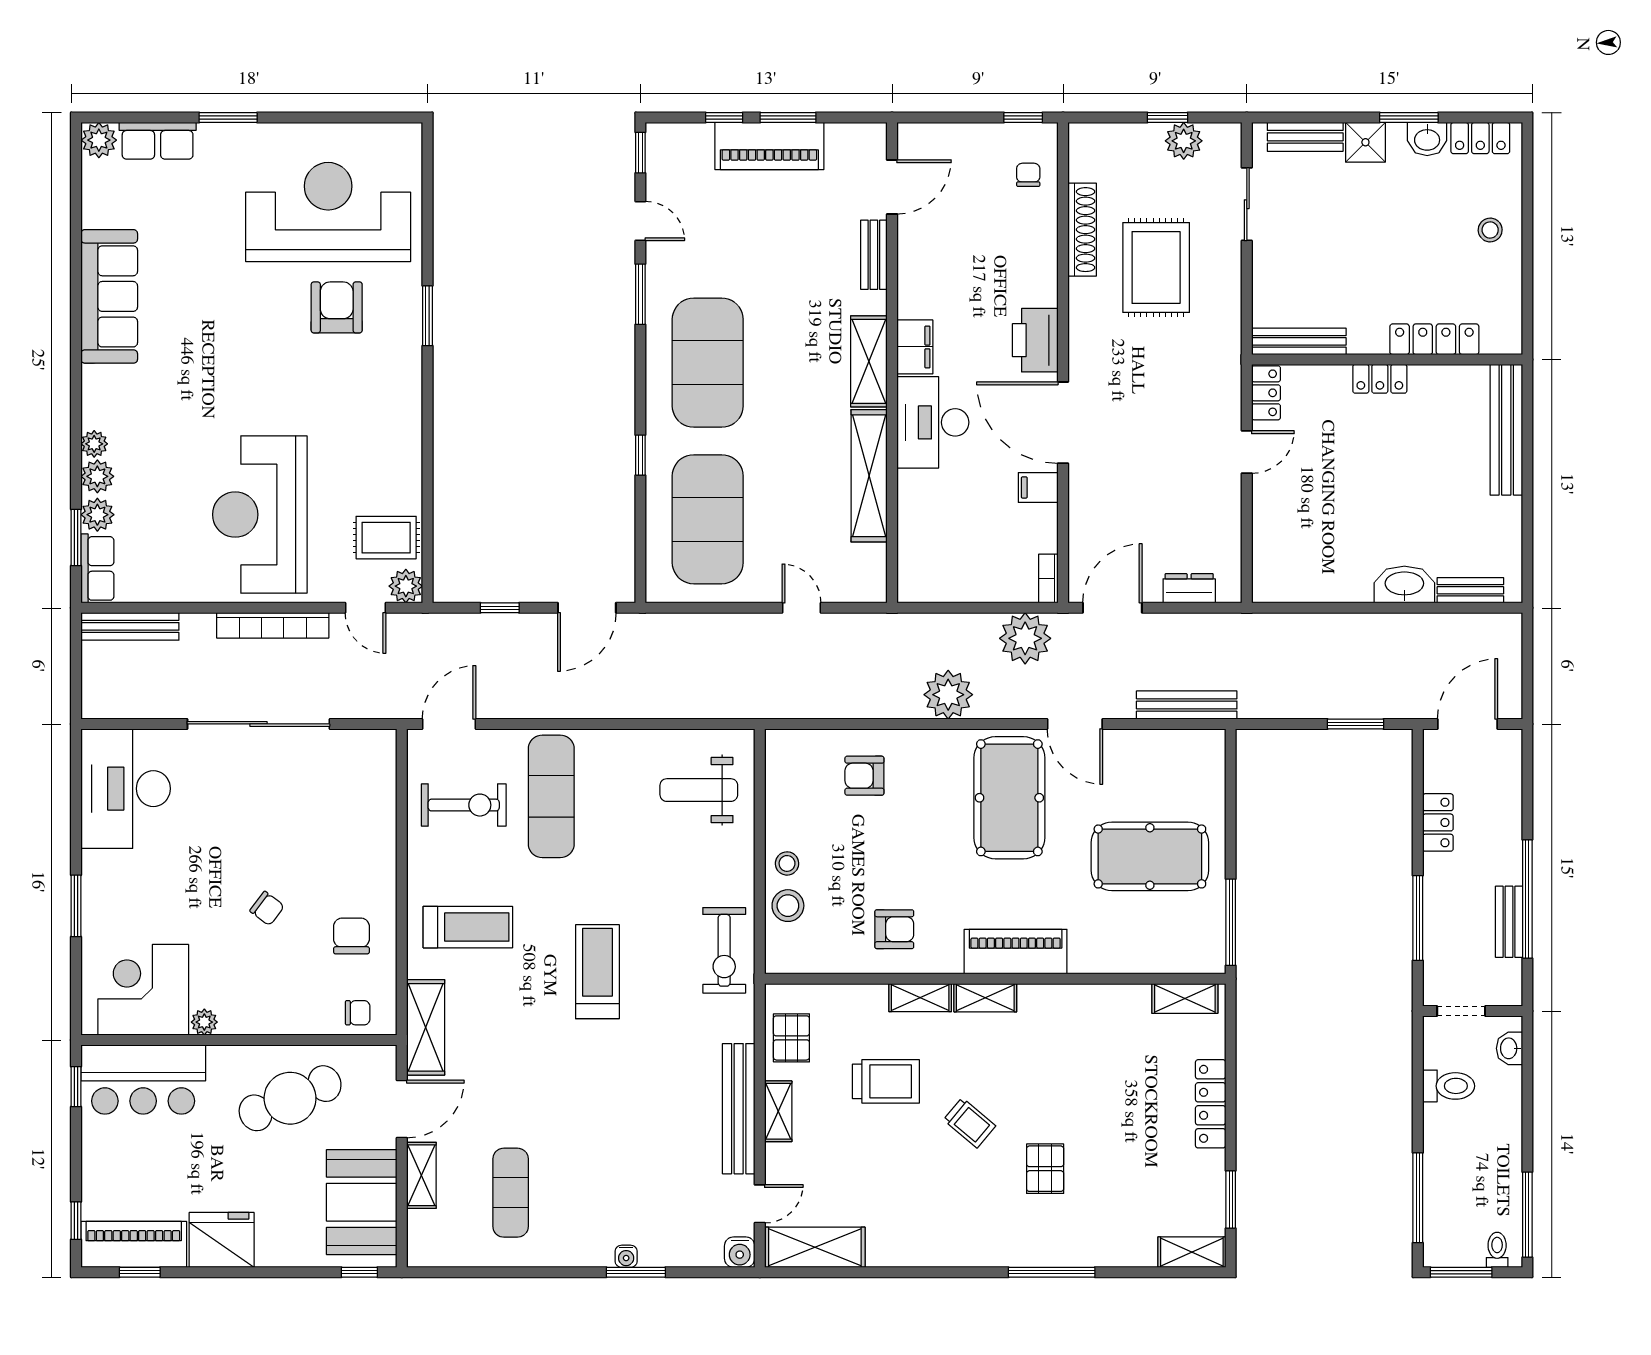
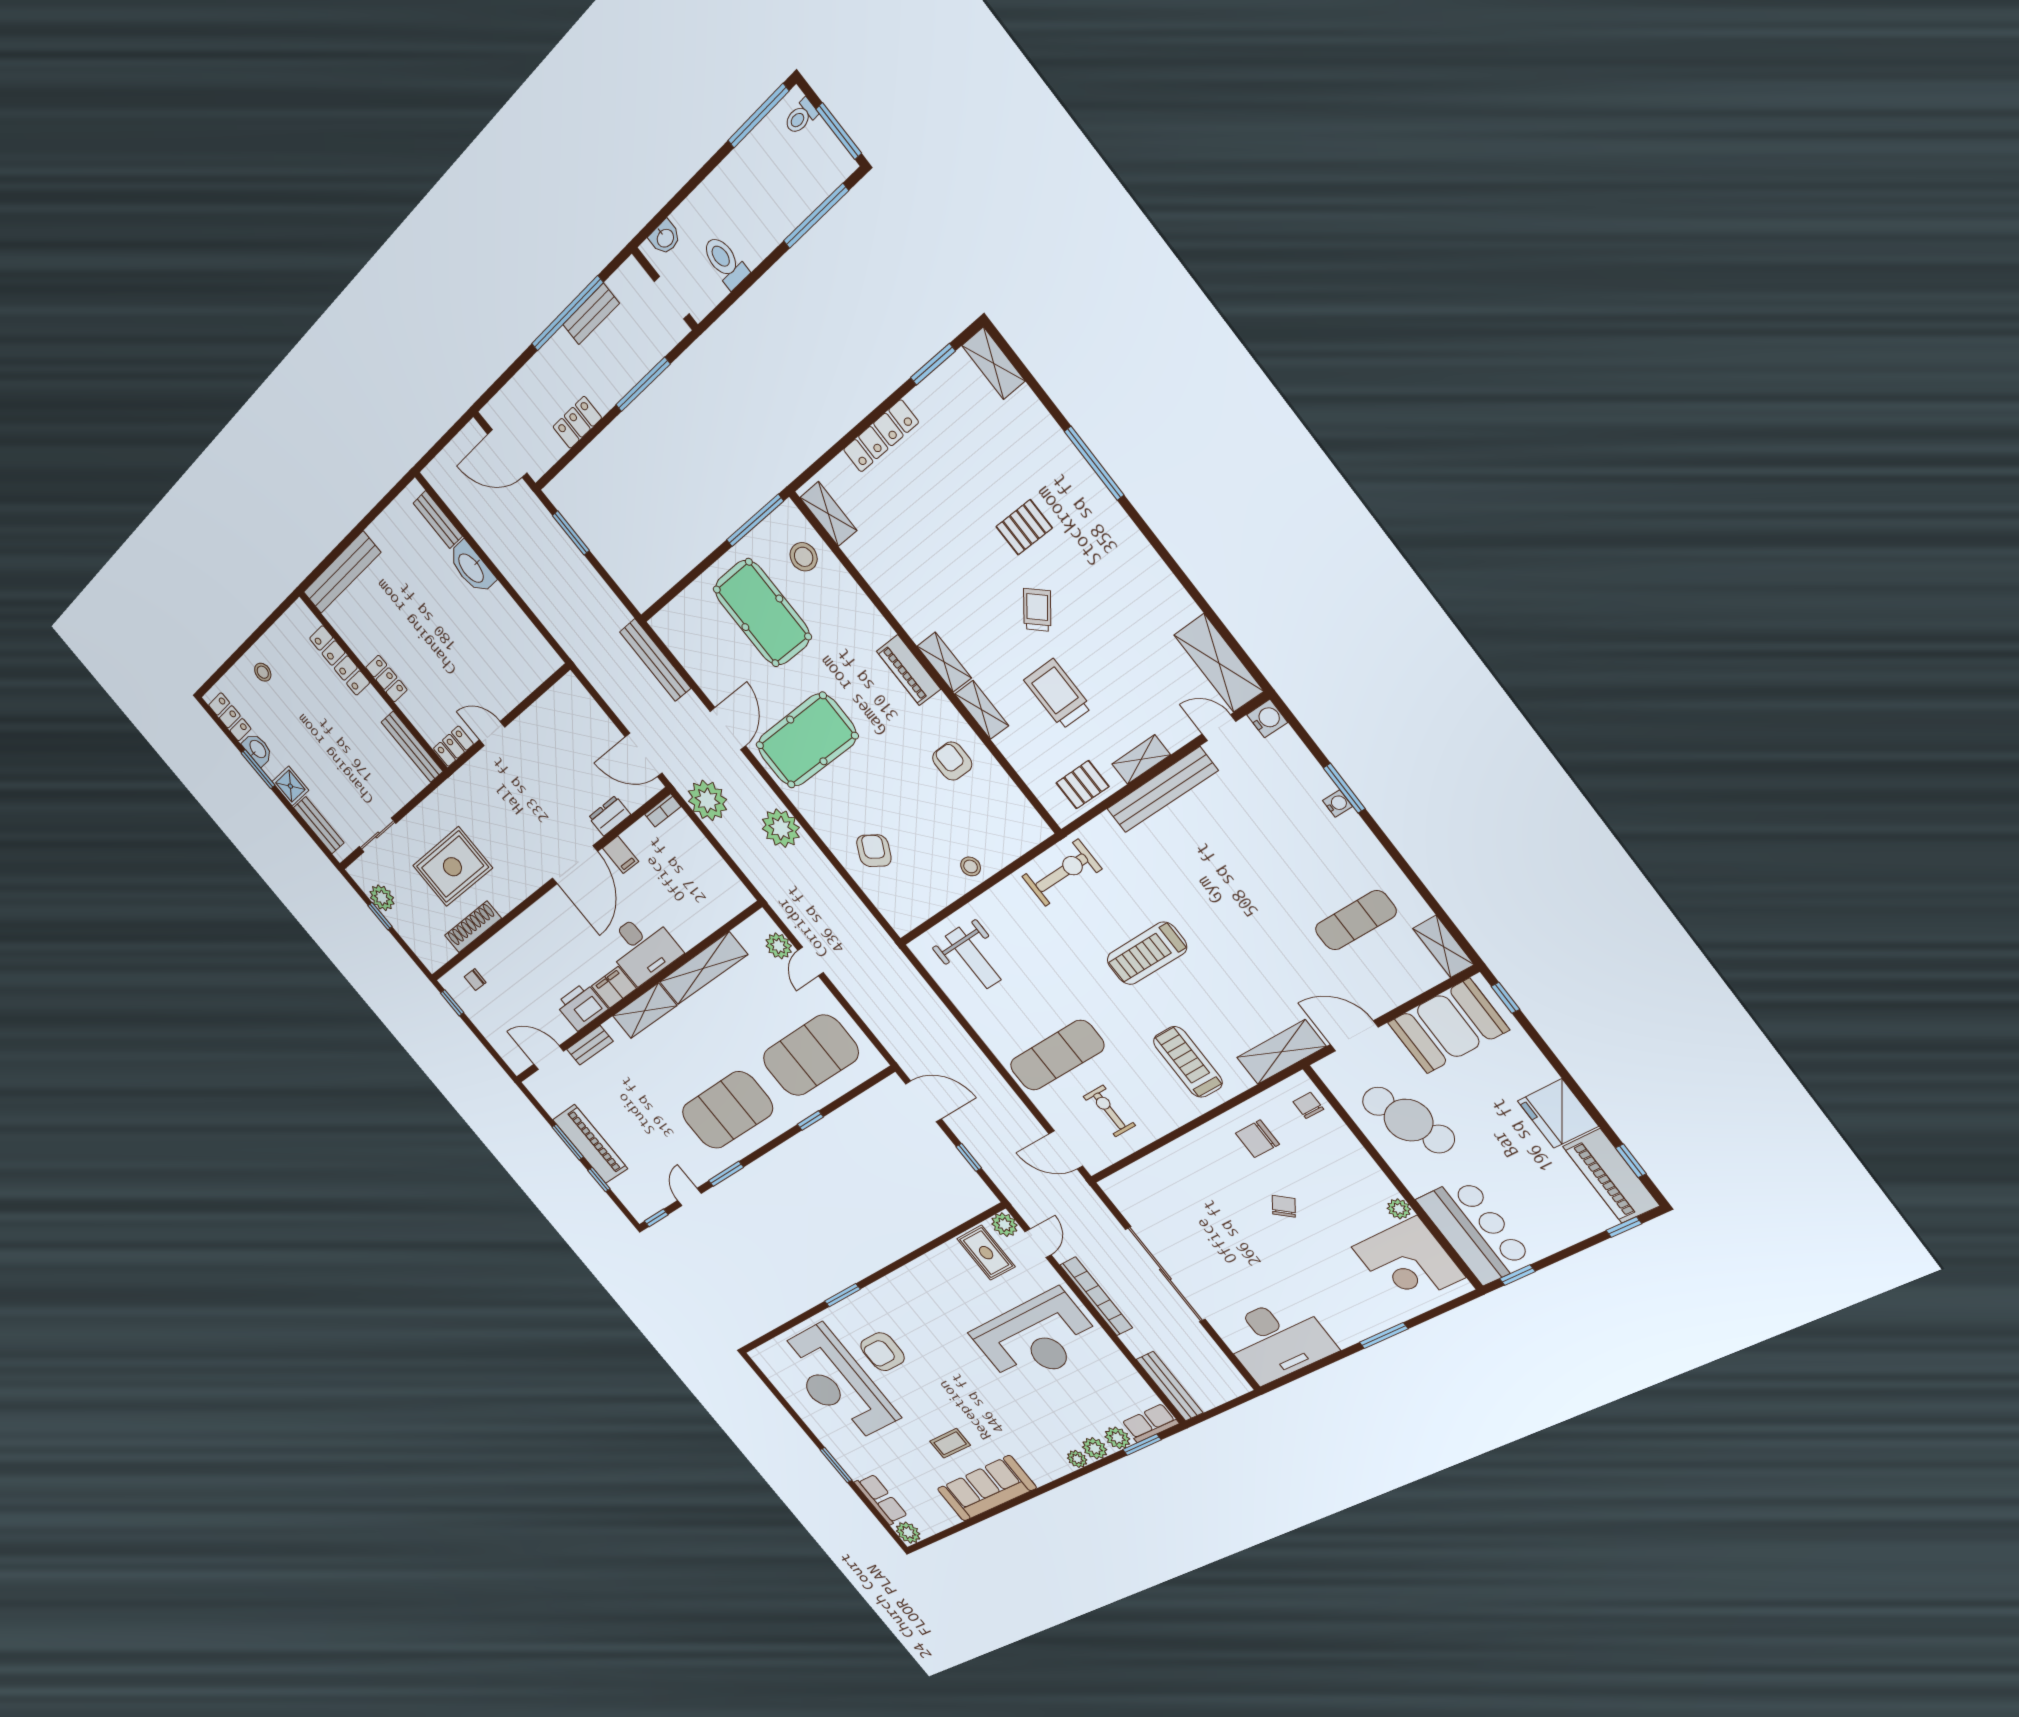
coffee table: (186, 297) -> (950, 1443), added
printer: (1035, 340) -> (582, 1006), moved, turned 180
plant: (838, 586) -> (779, 946), added
dresser: (1189, 588) -> (610, 816), moved, turned 90
armchair: (864, 776) -> (874, 851), turned -150
exercise bike: (464, 805) -> (1109, 1111), width x0.73, depth x0.72
stool: (788, 906) -> (804, 557), moved
piano: (1016, 952) -> (909, 670), width x0.73, depth x0.75
shelving: (421, 1175) -> (1443, 946), moved, turned 90

